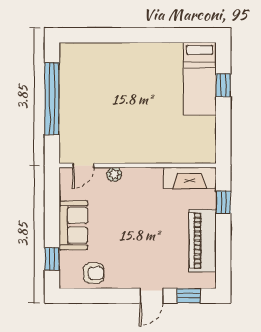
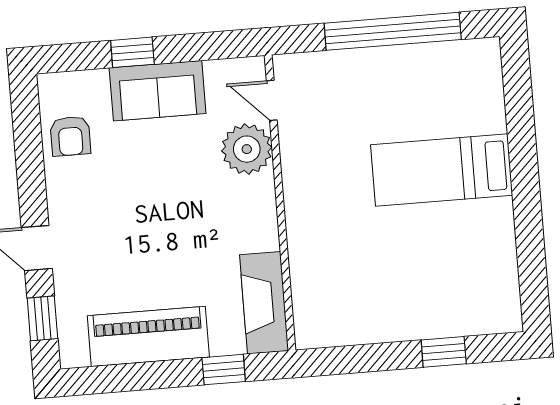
bed: (200, 79) -> (442, 170), moved
plant: (114, 174) -> (247, 149), width x1.88, depth x1.88
window: (52, 259) -> (132, 52), moved

